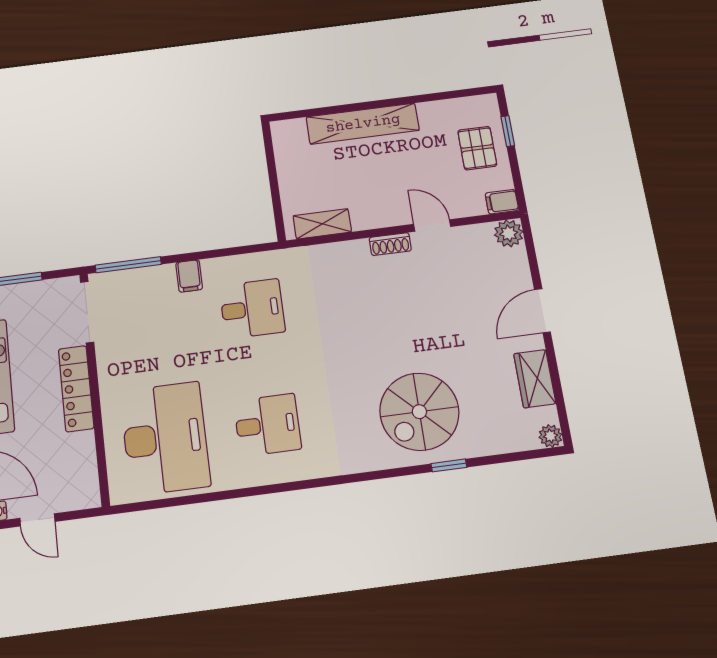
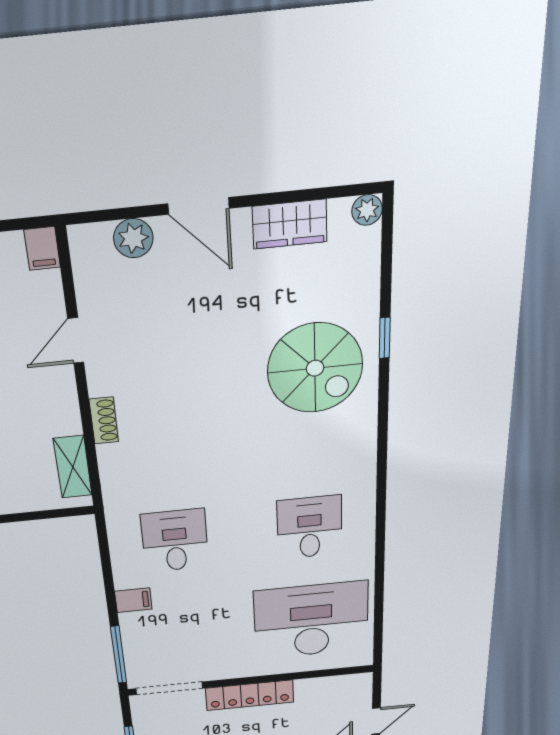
plant: (509, 233) -> (133, 238), moved
shoe rack: (390, 244) -> (104, 421), moved

